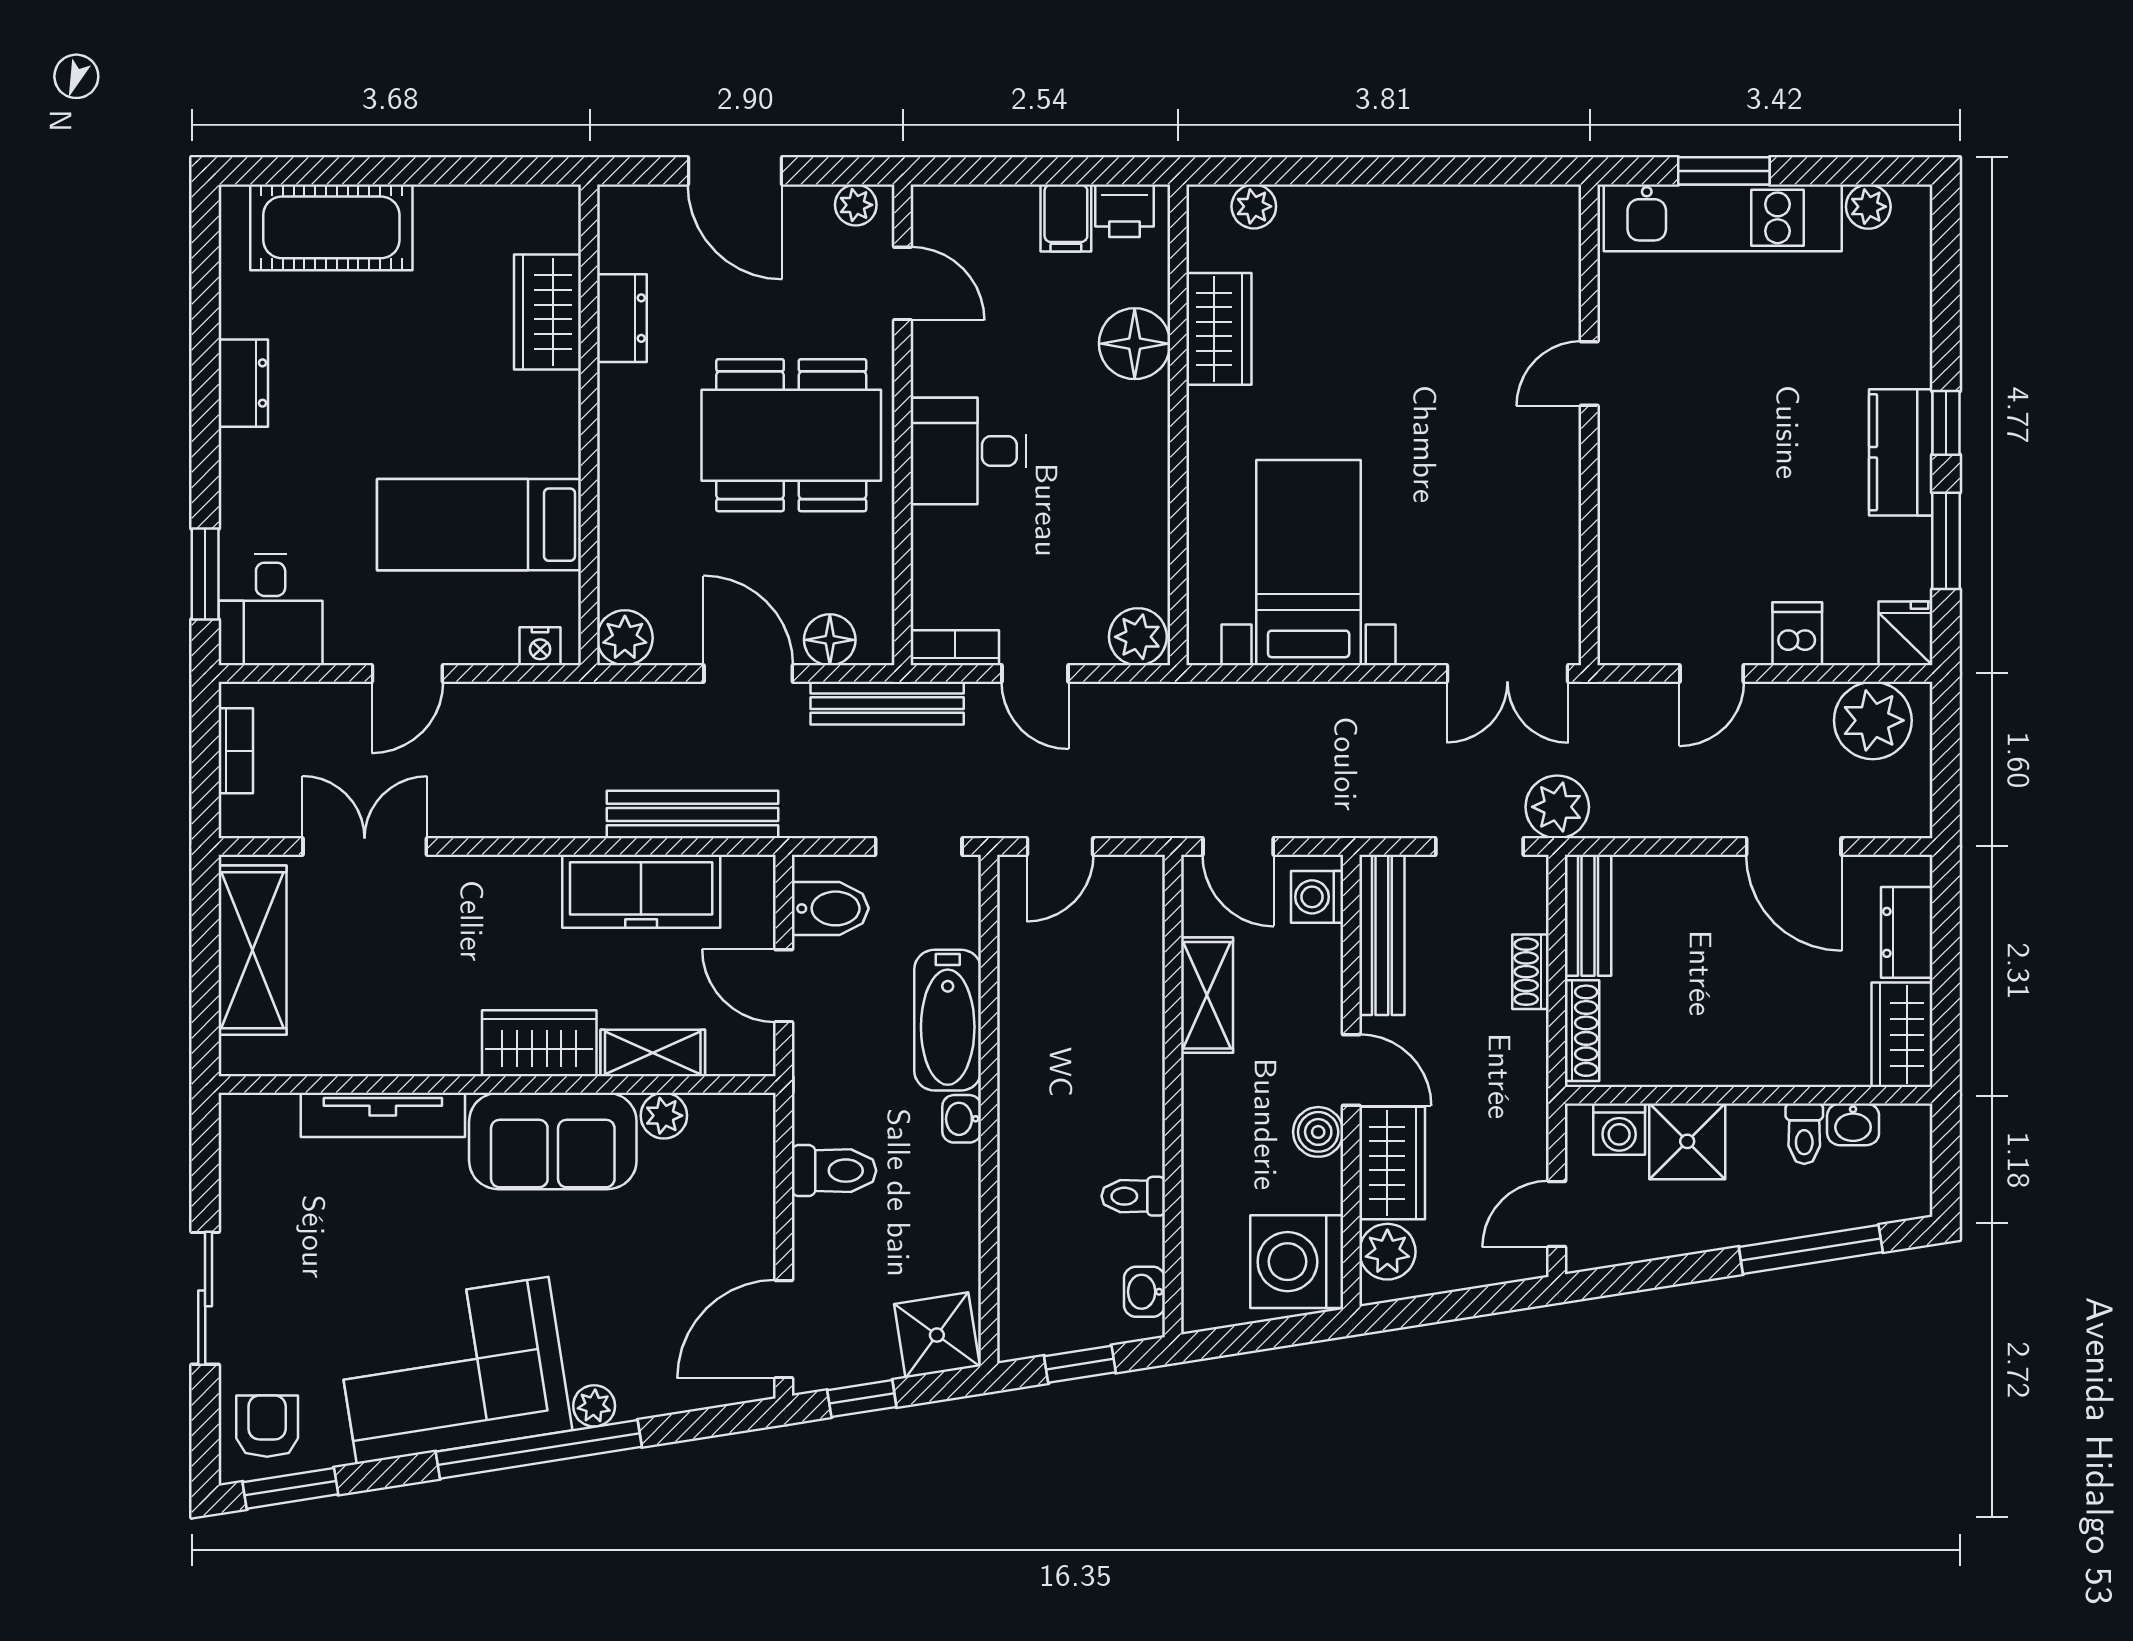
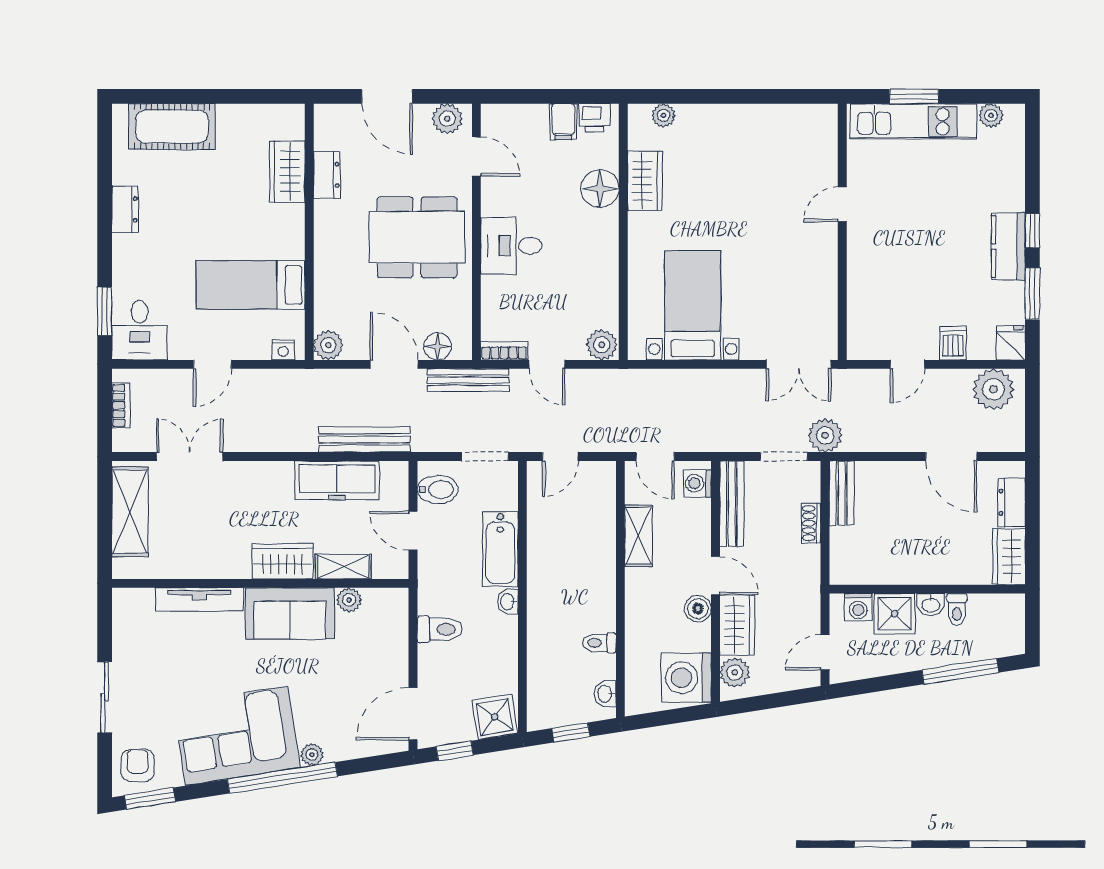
plant: (856, 205) -> (447, 119), width x1.38, depth x1.38
shoe rack: (1582, 1031) -> (838, 555), removed
washbasin: (1853, 1124) -> (931, 605), moved

